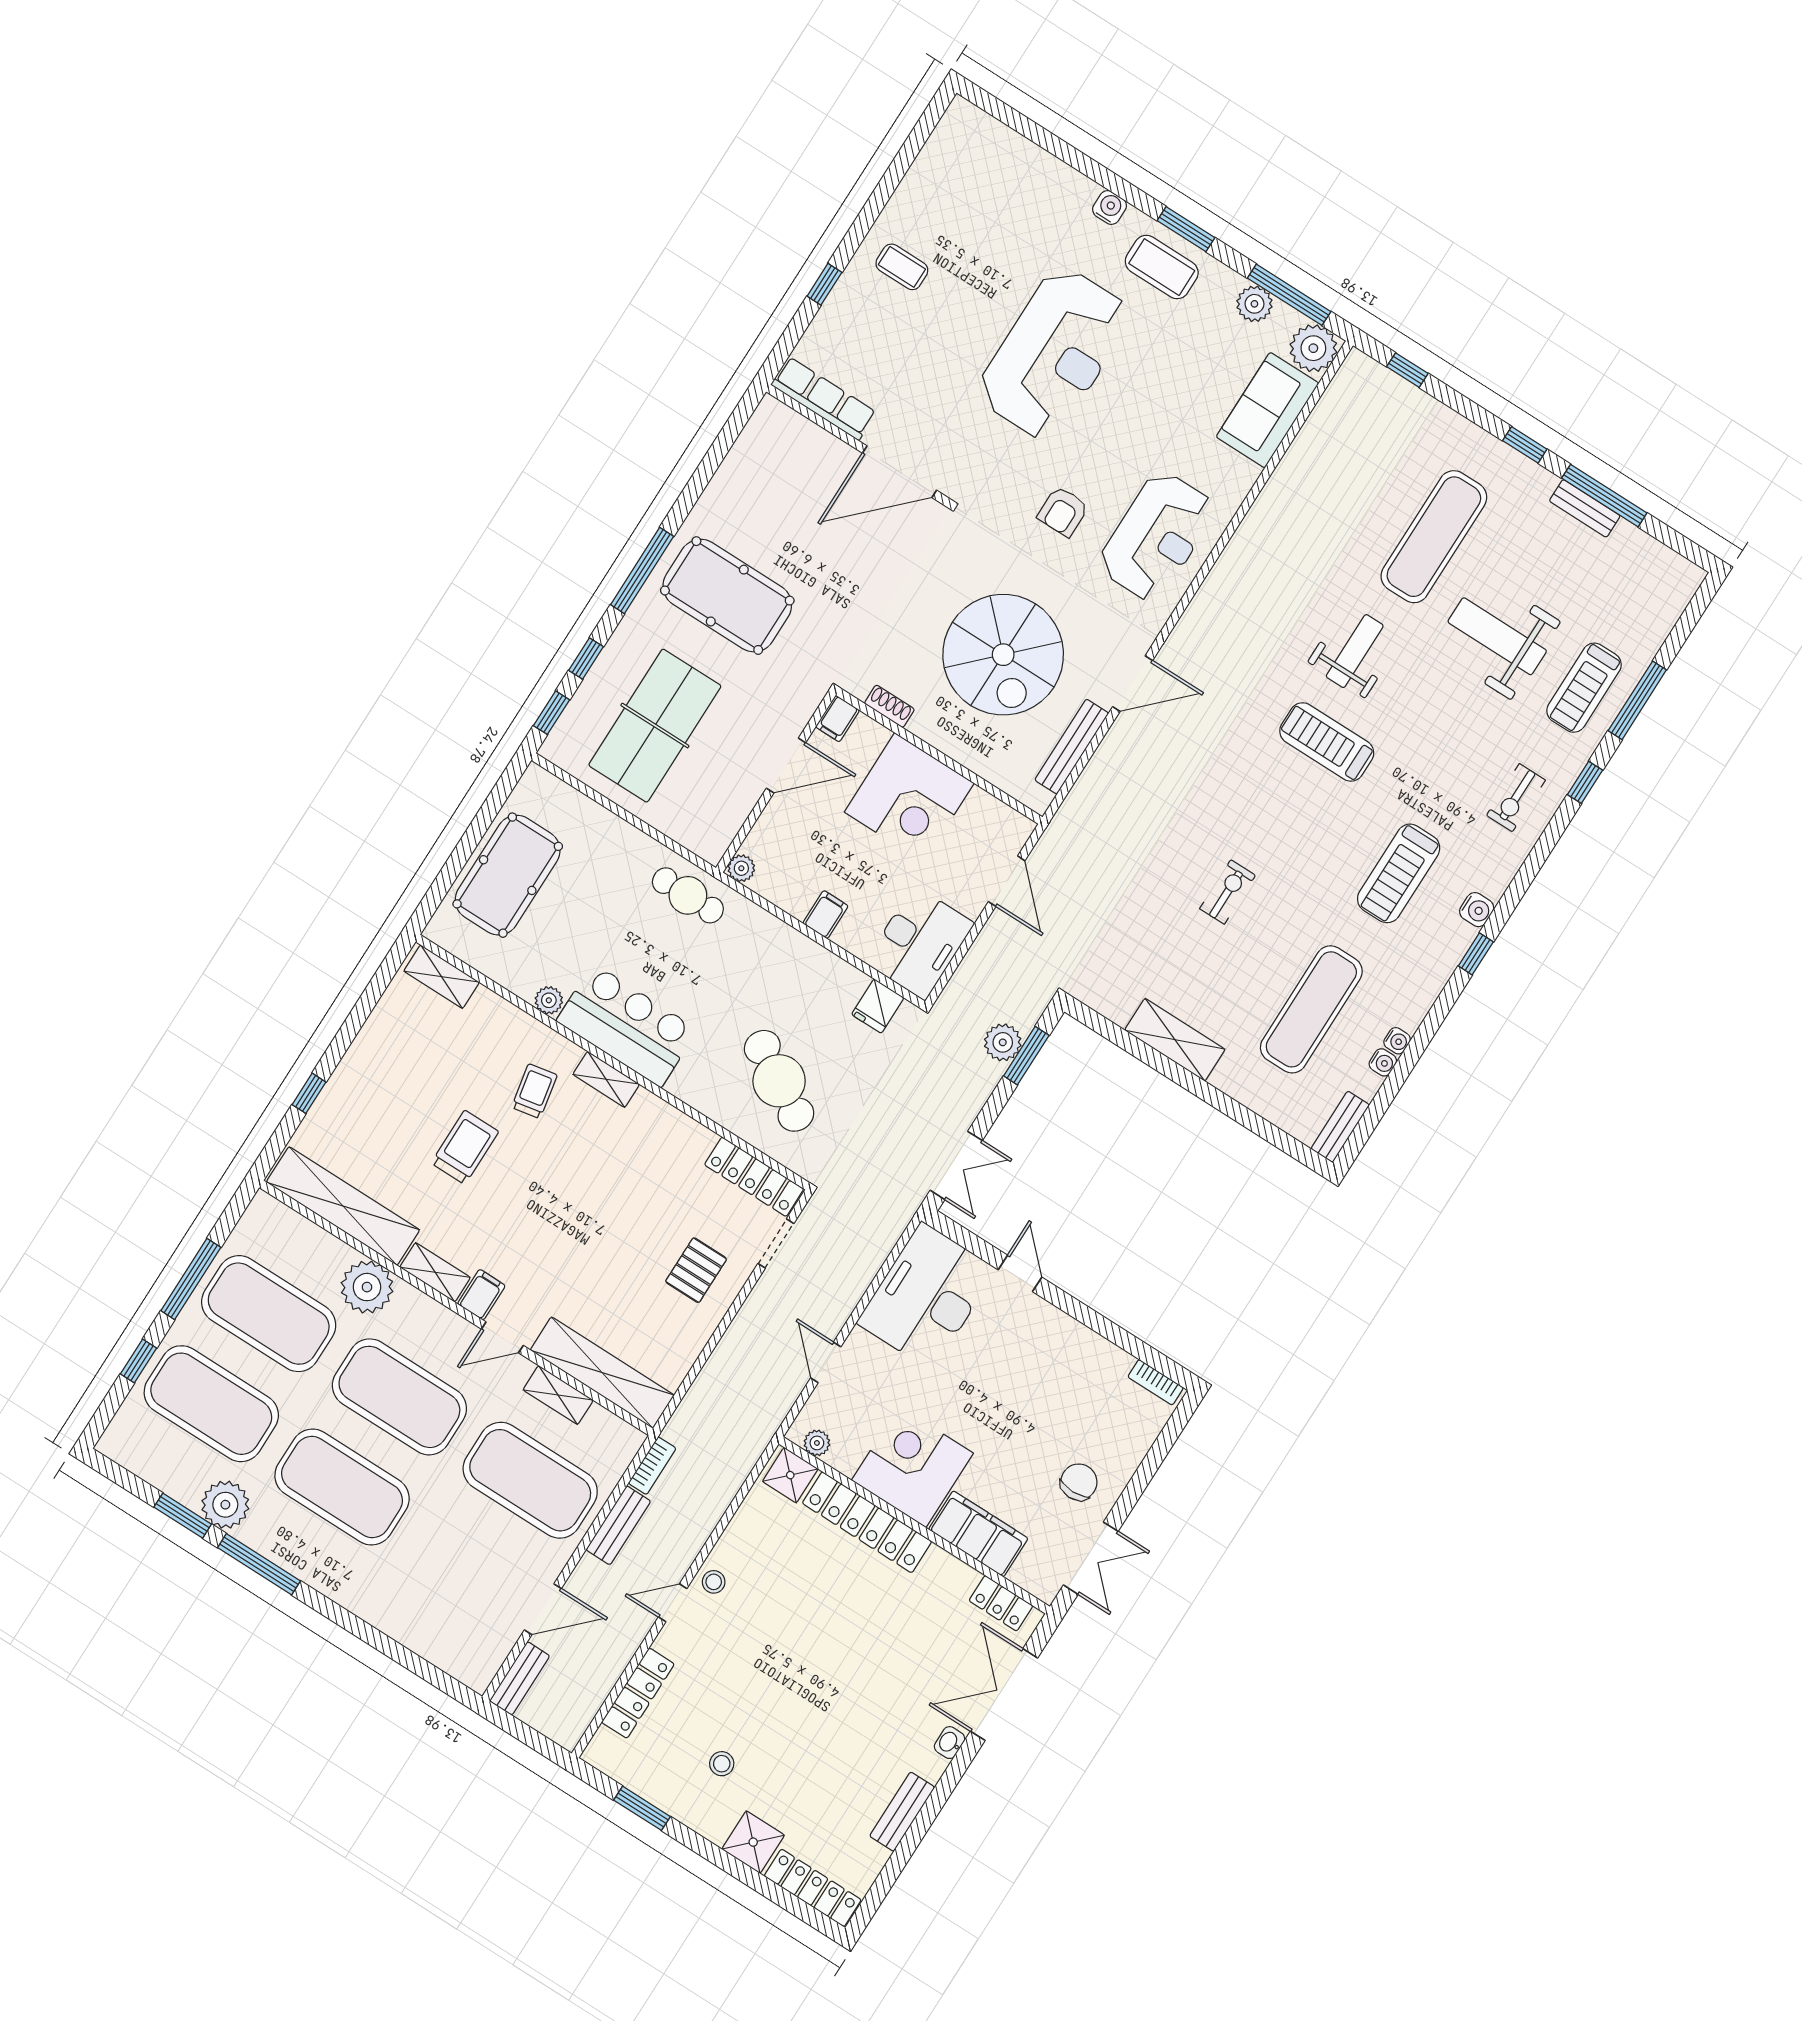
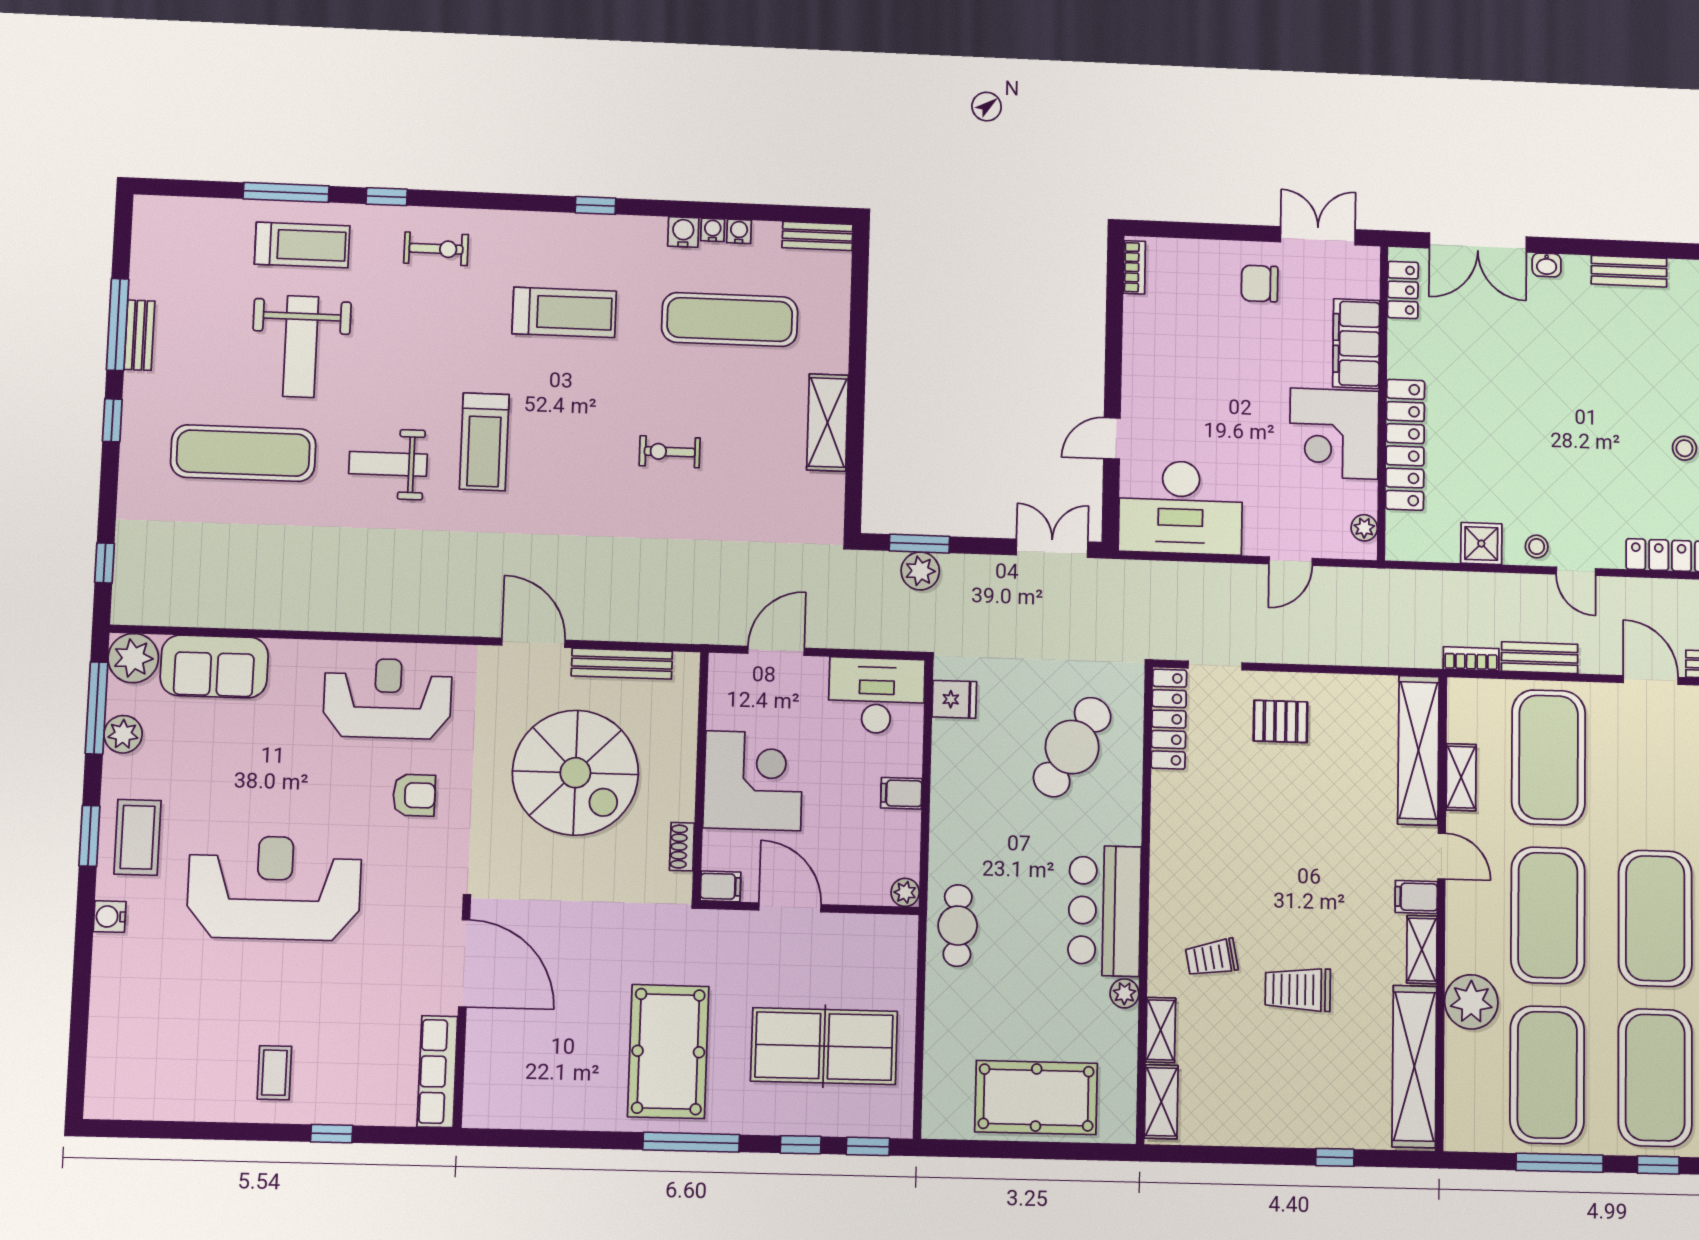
spiral stairs: (1003, 655) -> (575, 773), turned 90
water cooler: (1477, 910) -> (683, 232), moved
shelving: (606, 1079) -> (1161, 1030), moved
shower: (790, 1475) -> (1481, 544), moved

